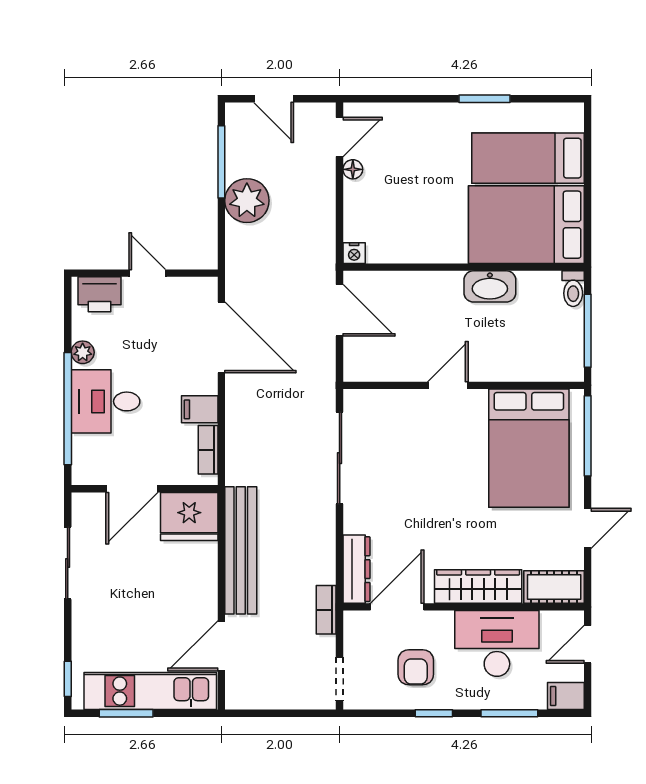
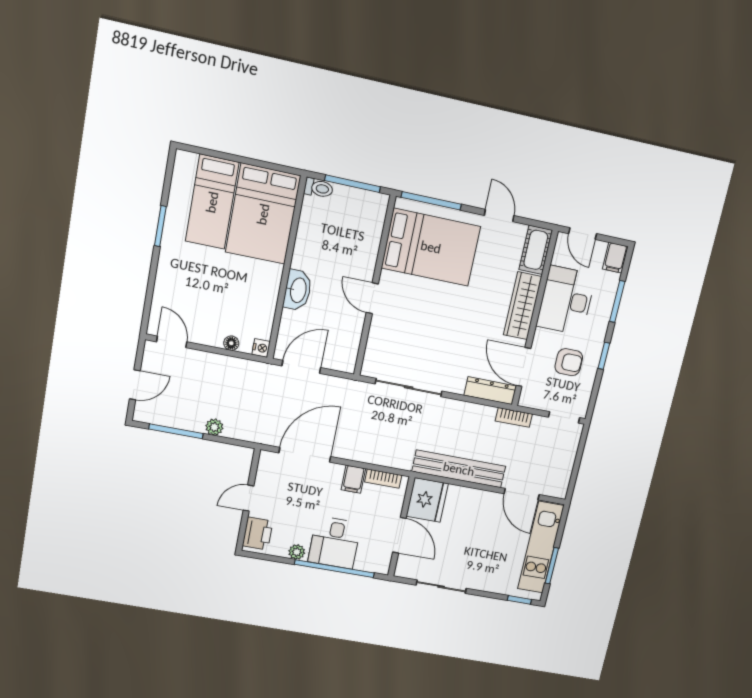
floor lamp: (353, 169) -> (231, 343), moved
plant: (247, 201) -> (214, 427), width x0.53, depth x0.53
washbasin: (490, 286) -> (298, 290), moved

